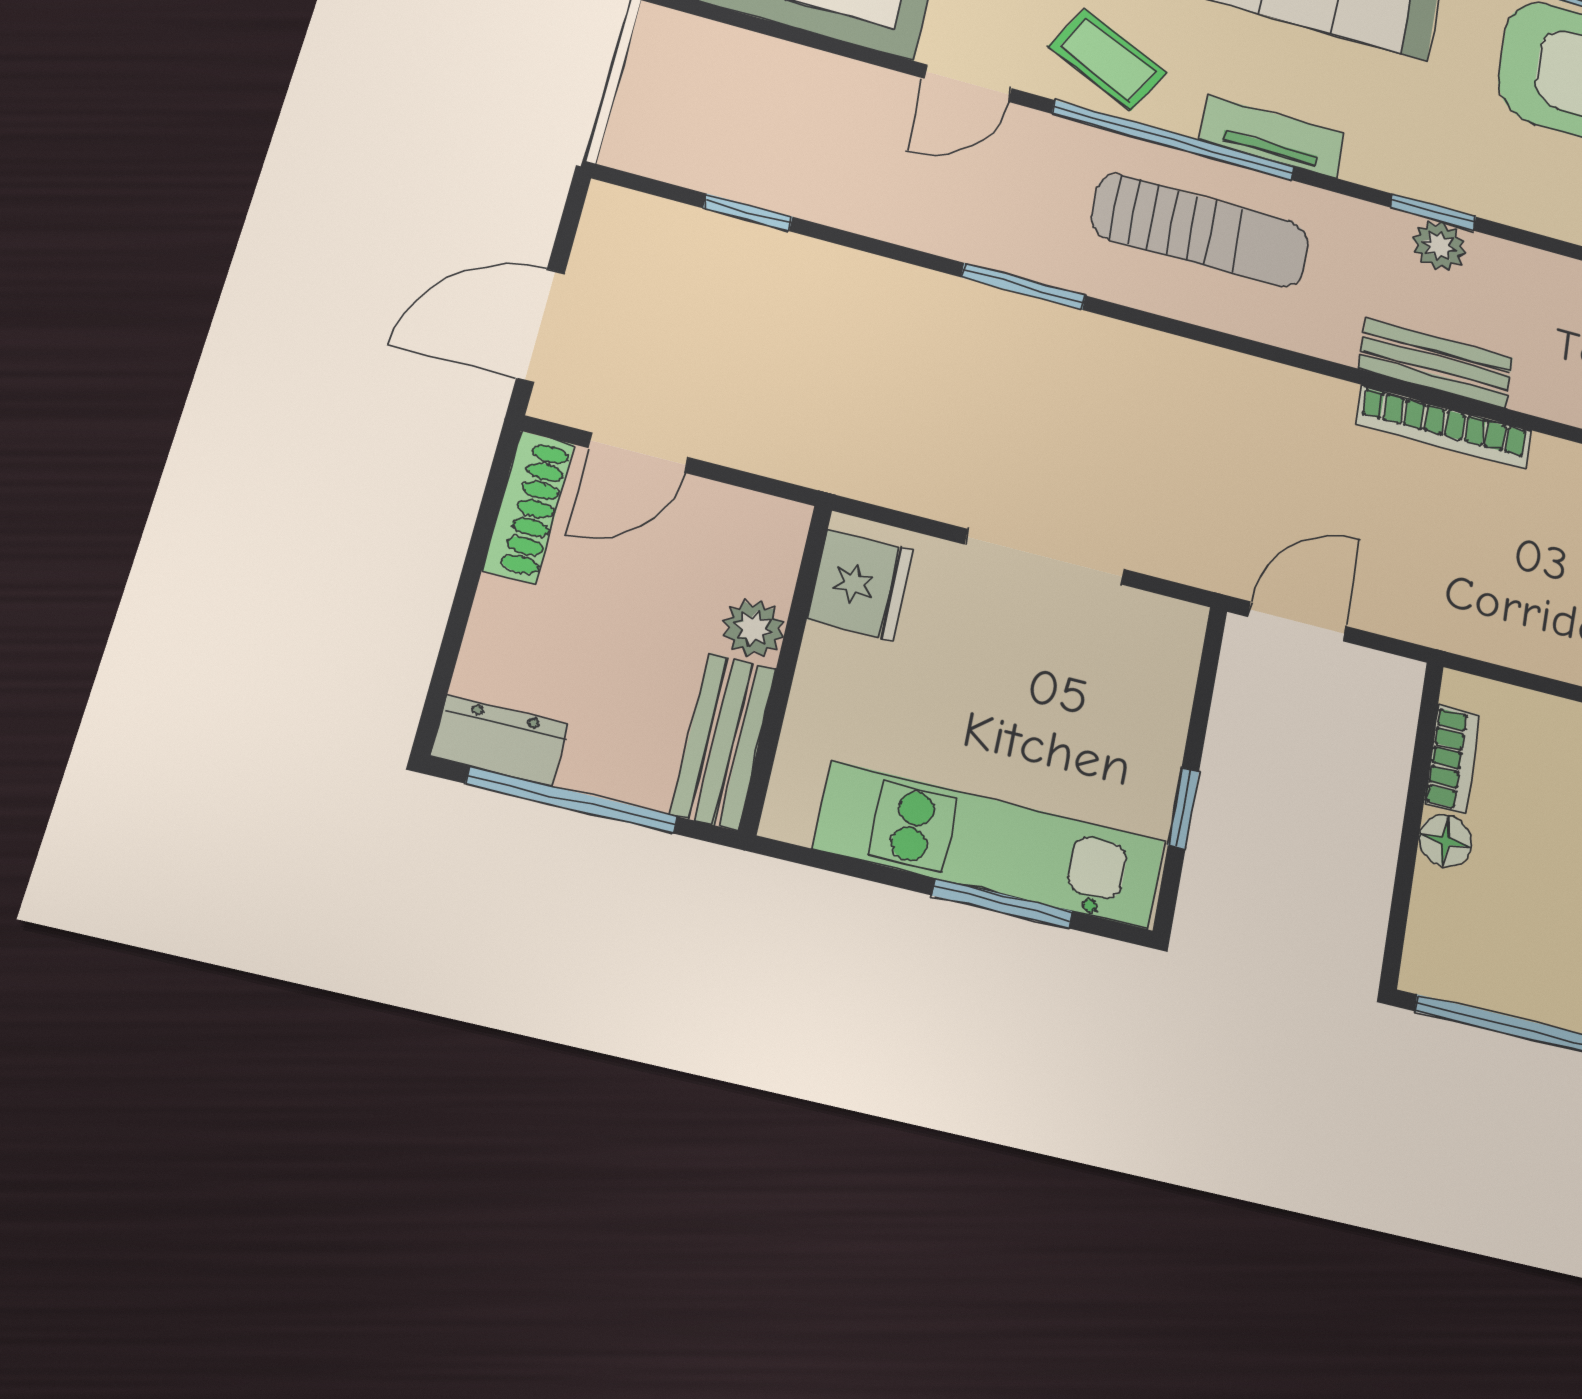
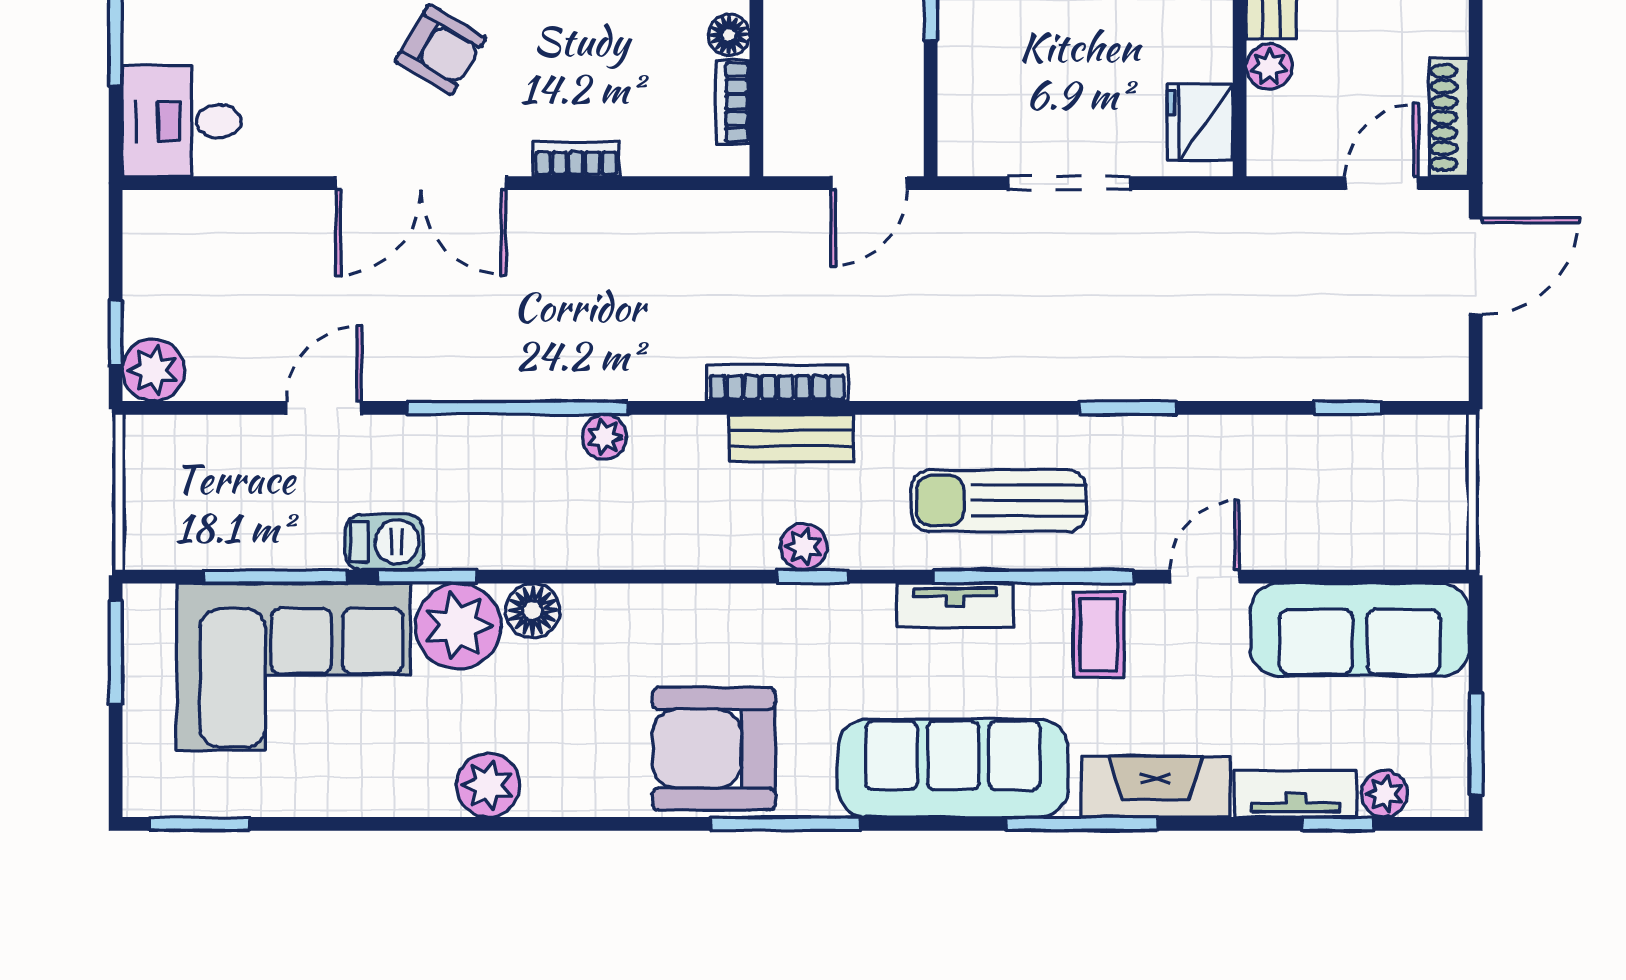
coffee table: (1108, 59) -> (1099, 635), turned 63

